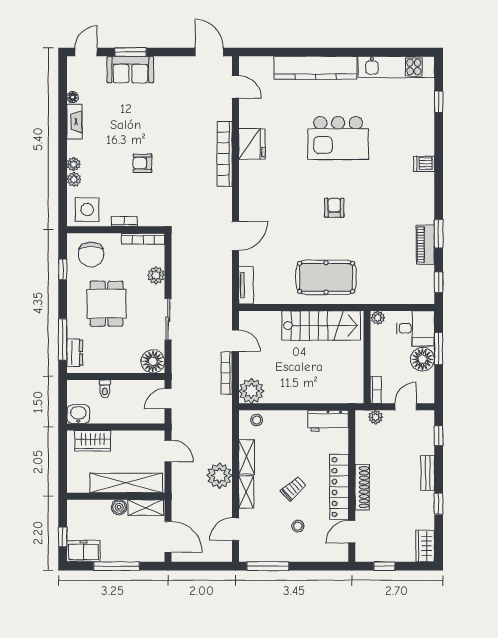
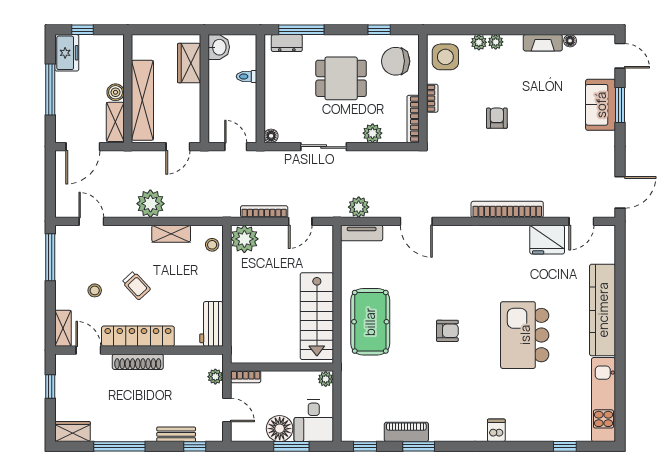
fridge: (252, 144) -> (547, 240), moved
plant: (223, 288) -> (359, 207), added
floor lamp: (153, 361) -> (271, 136), width x0.53, depth x0.53
bench: (428, 473) -> (176, 434), moved
shelving: (246, 492) -> (63, 328), moved, turned 90
window: (439, 504) -> (119, 446), width x2.17

